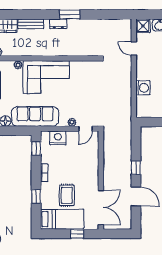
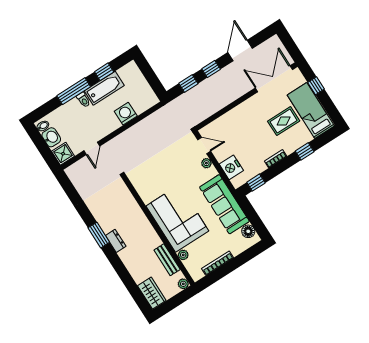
bench: (31, 24) -> (167, 260), moved
window: (136, 145) -> (188, 84), added

